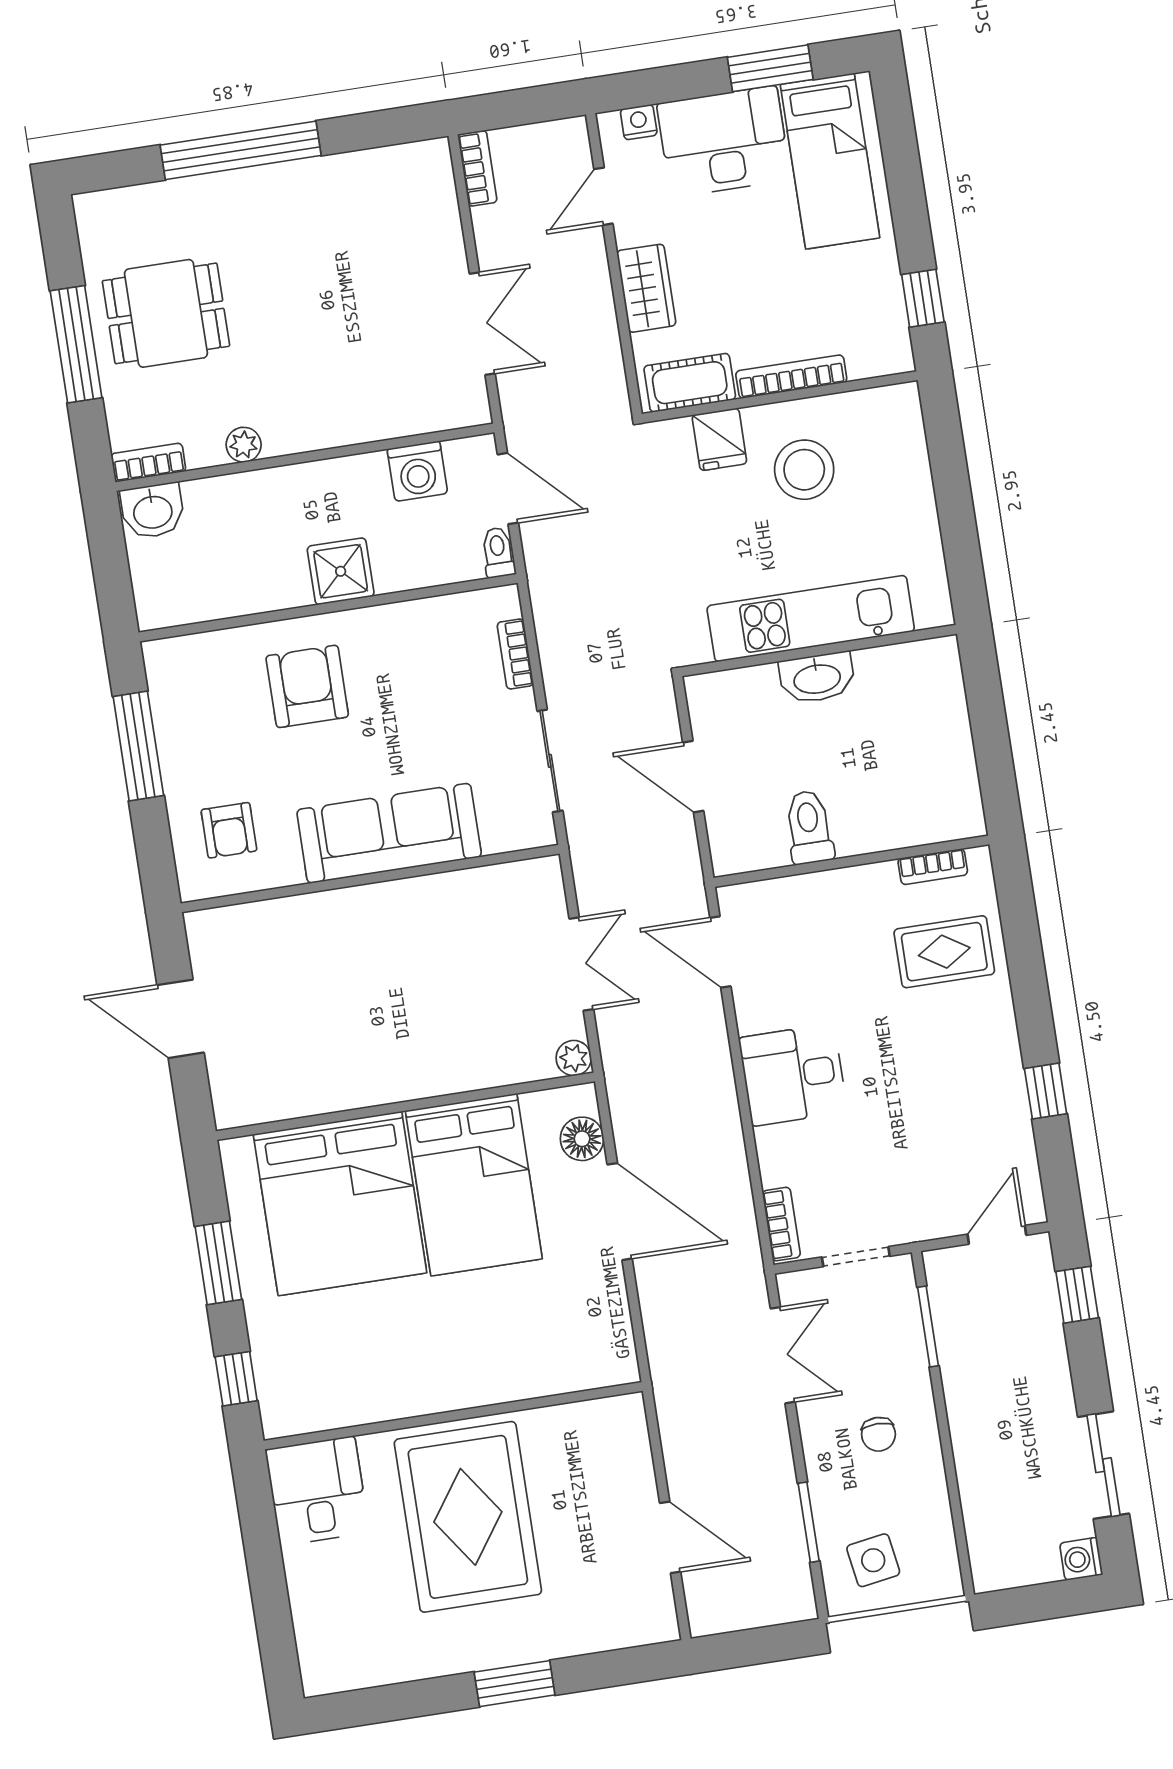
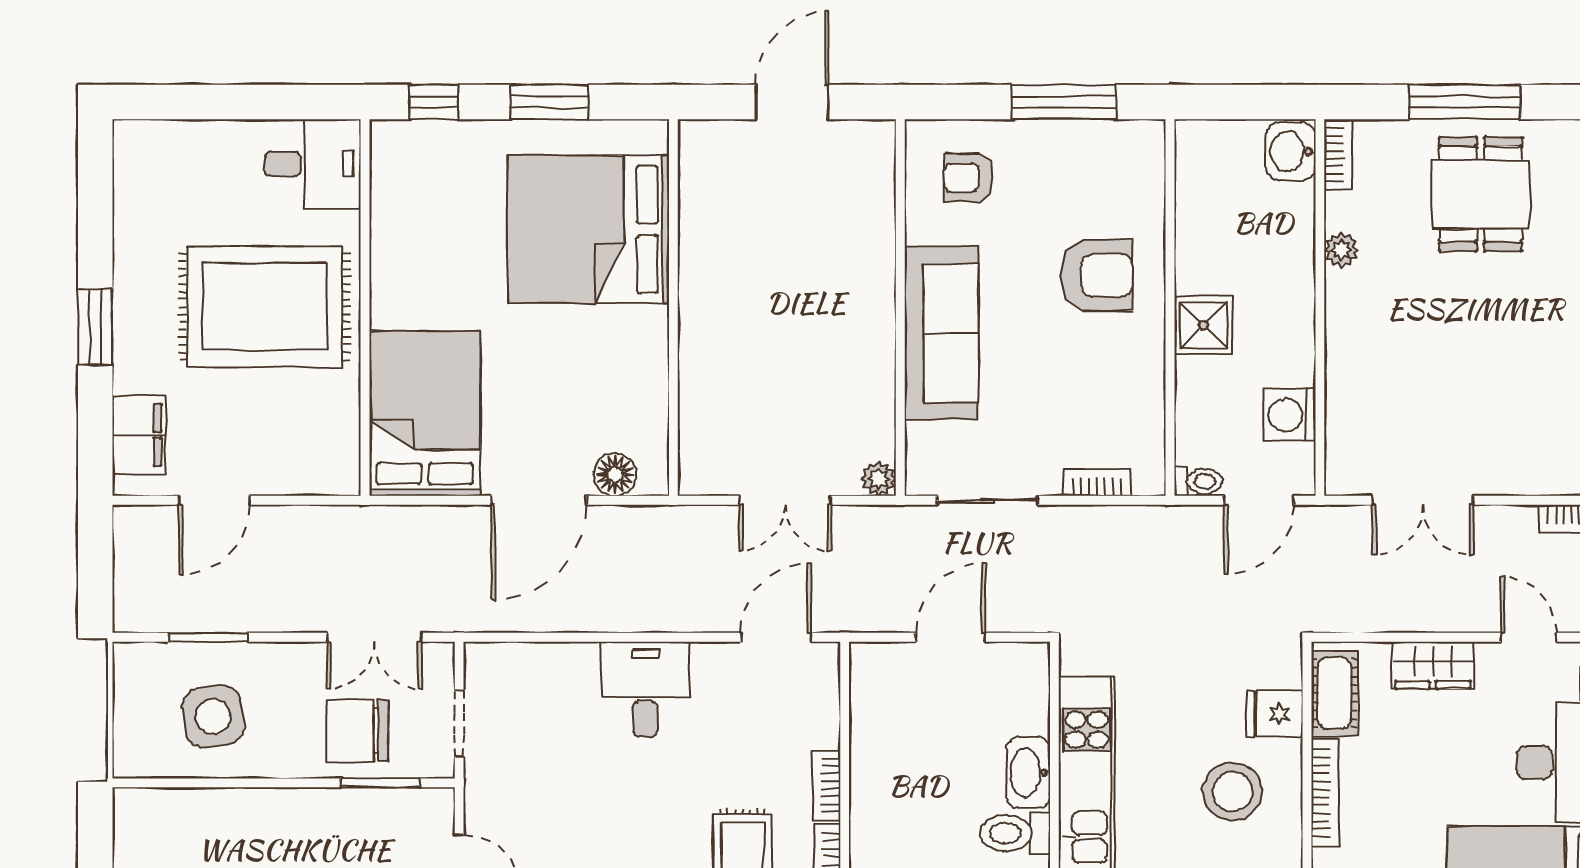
toilet: (809, 827) -> (1015, 833), moved, turned 180
plant: (574, 1058) -> (879, 479), moved
bed: (474, 1185) -> (425, 414), moved, turned 90
bookcase: (781, 1224) -> (826, 785), moved, turned 90
chair: (878, 1434) -> (357, 730), moved, width x1.87, depth x1.87
side table: (873, 1560) -> (213, 716), moved, width x1.37, depth x1.37
filing cabinet: (616, 1623) -> (139, 435), added

